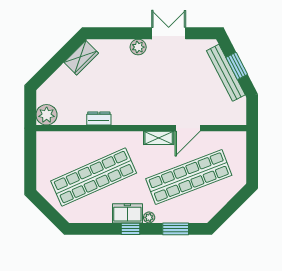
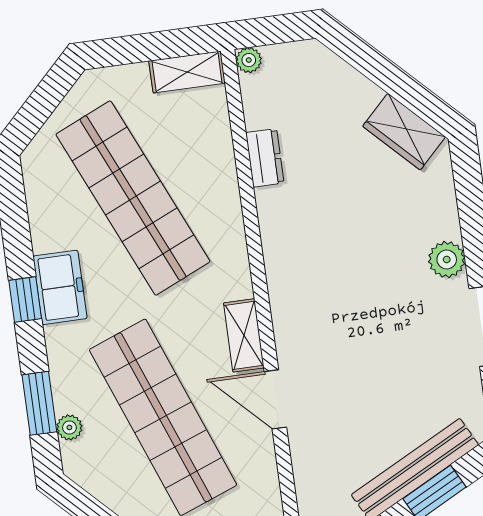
plant: (47, 115) -> (249, 60), width x0.53, depth x0.53
dresser: (99, 119) -> (265, 158), moved
shelving: (43, 147) -> (187, 72), added
plant: (149, 217) -> (69, 427), moved

